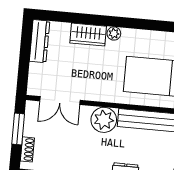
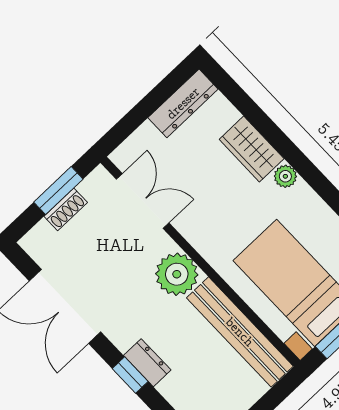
double door: (60, 101) -> (143, 201), swing flipped
shoe rack: (27, 149) -> (66, 209), moved

